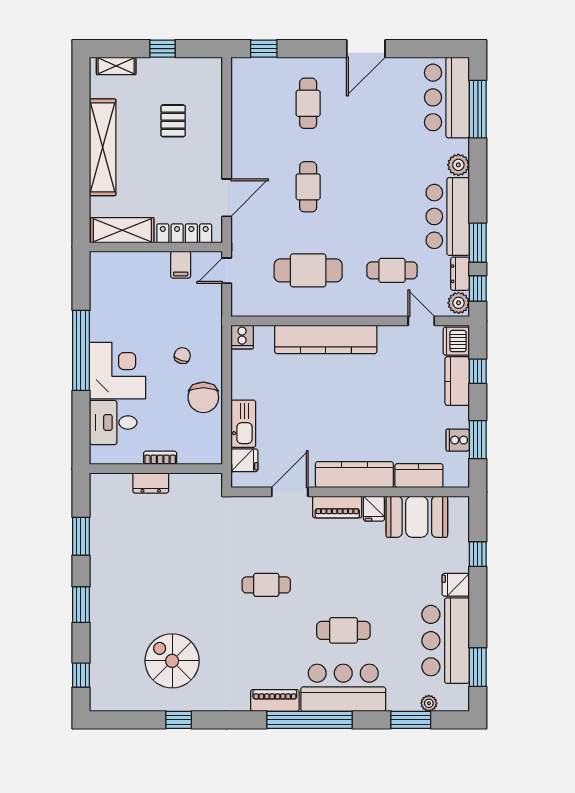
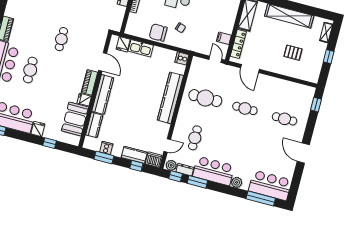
cafe table: (308, 270) -> (205, 98), turned 90

